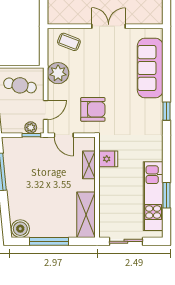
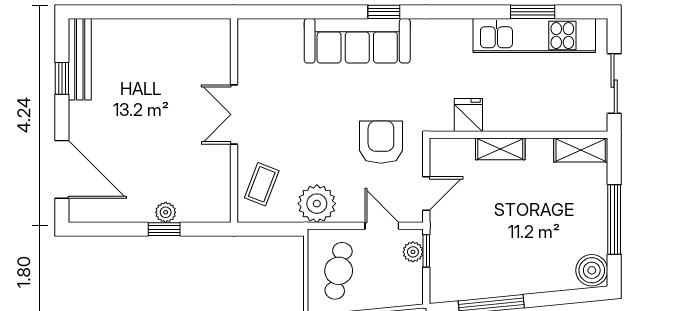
sofa: (150, 68) -> (357, 41), moved
shelving: (89, 165) -> (500, 149), moved
shelving: (86, 215) -> (581, 150), width x0.67, depth x0.75

